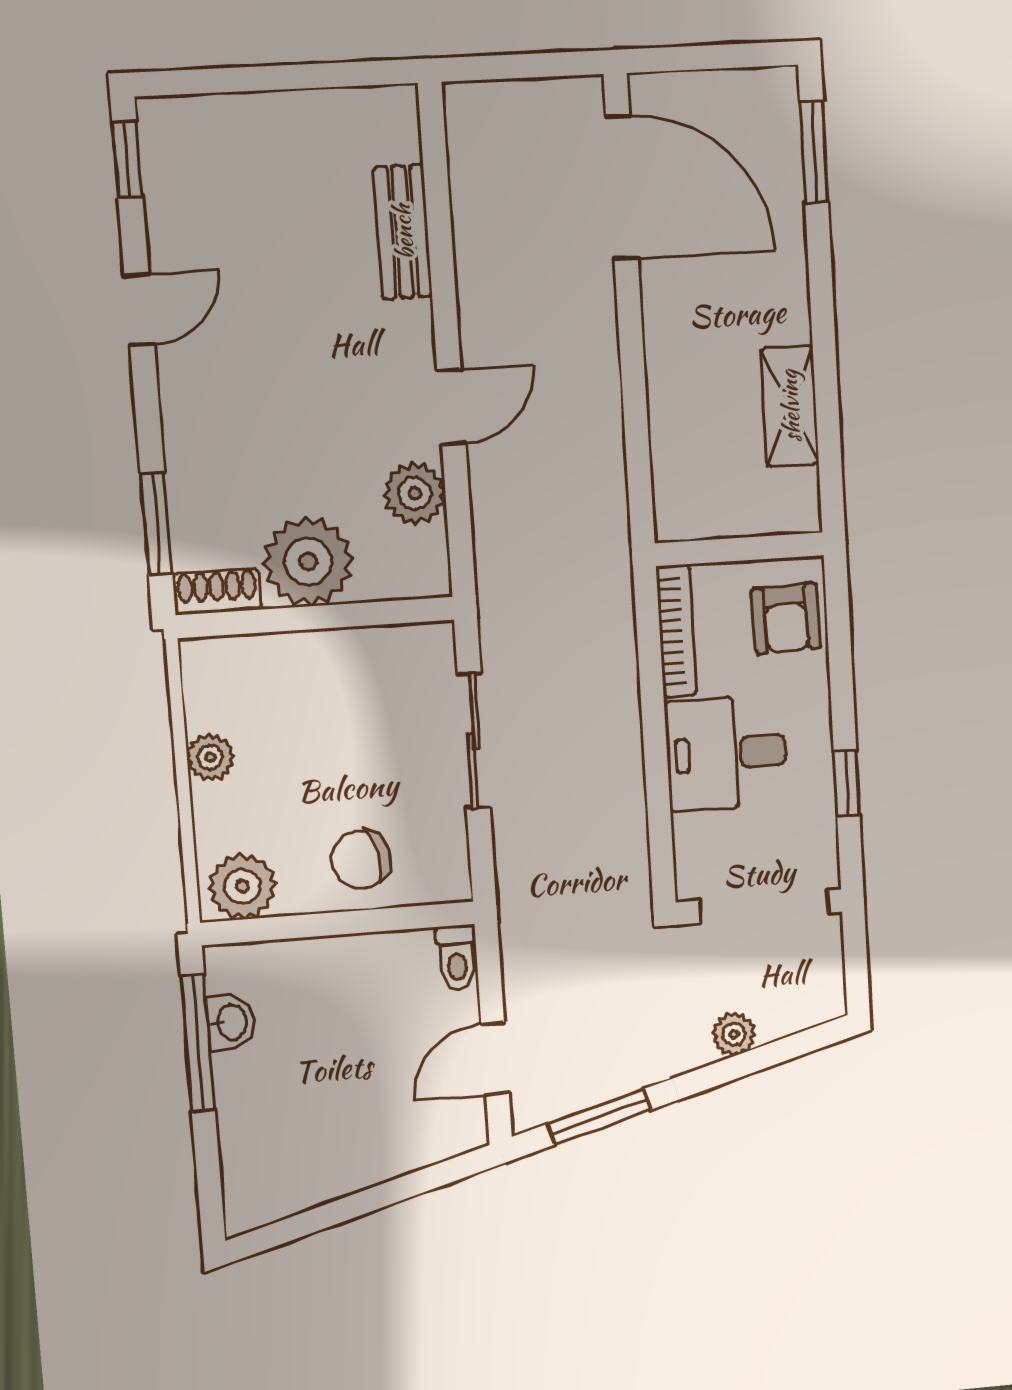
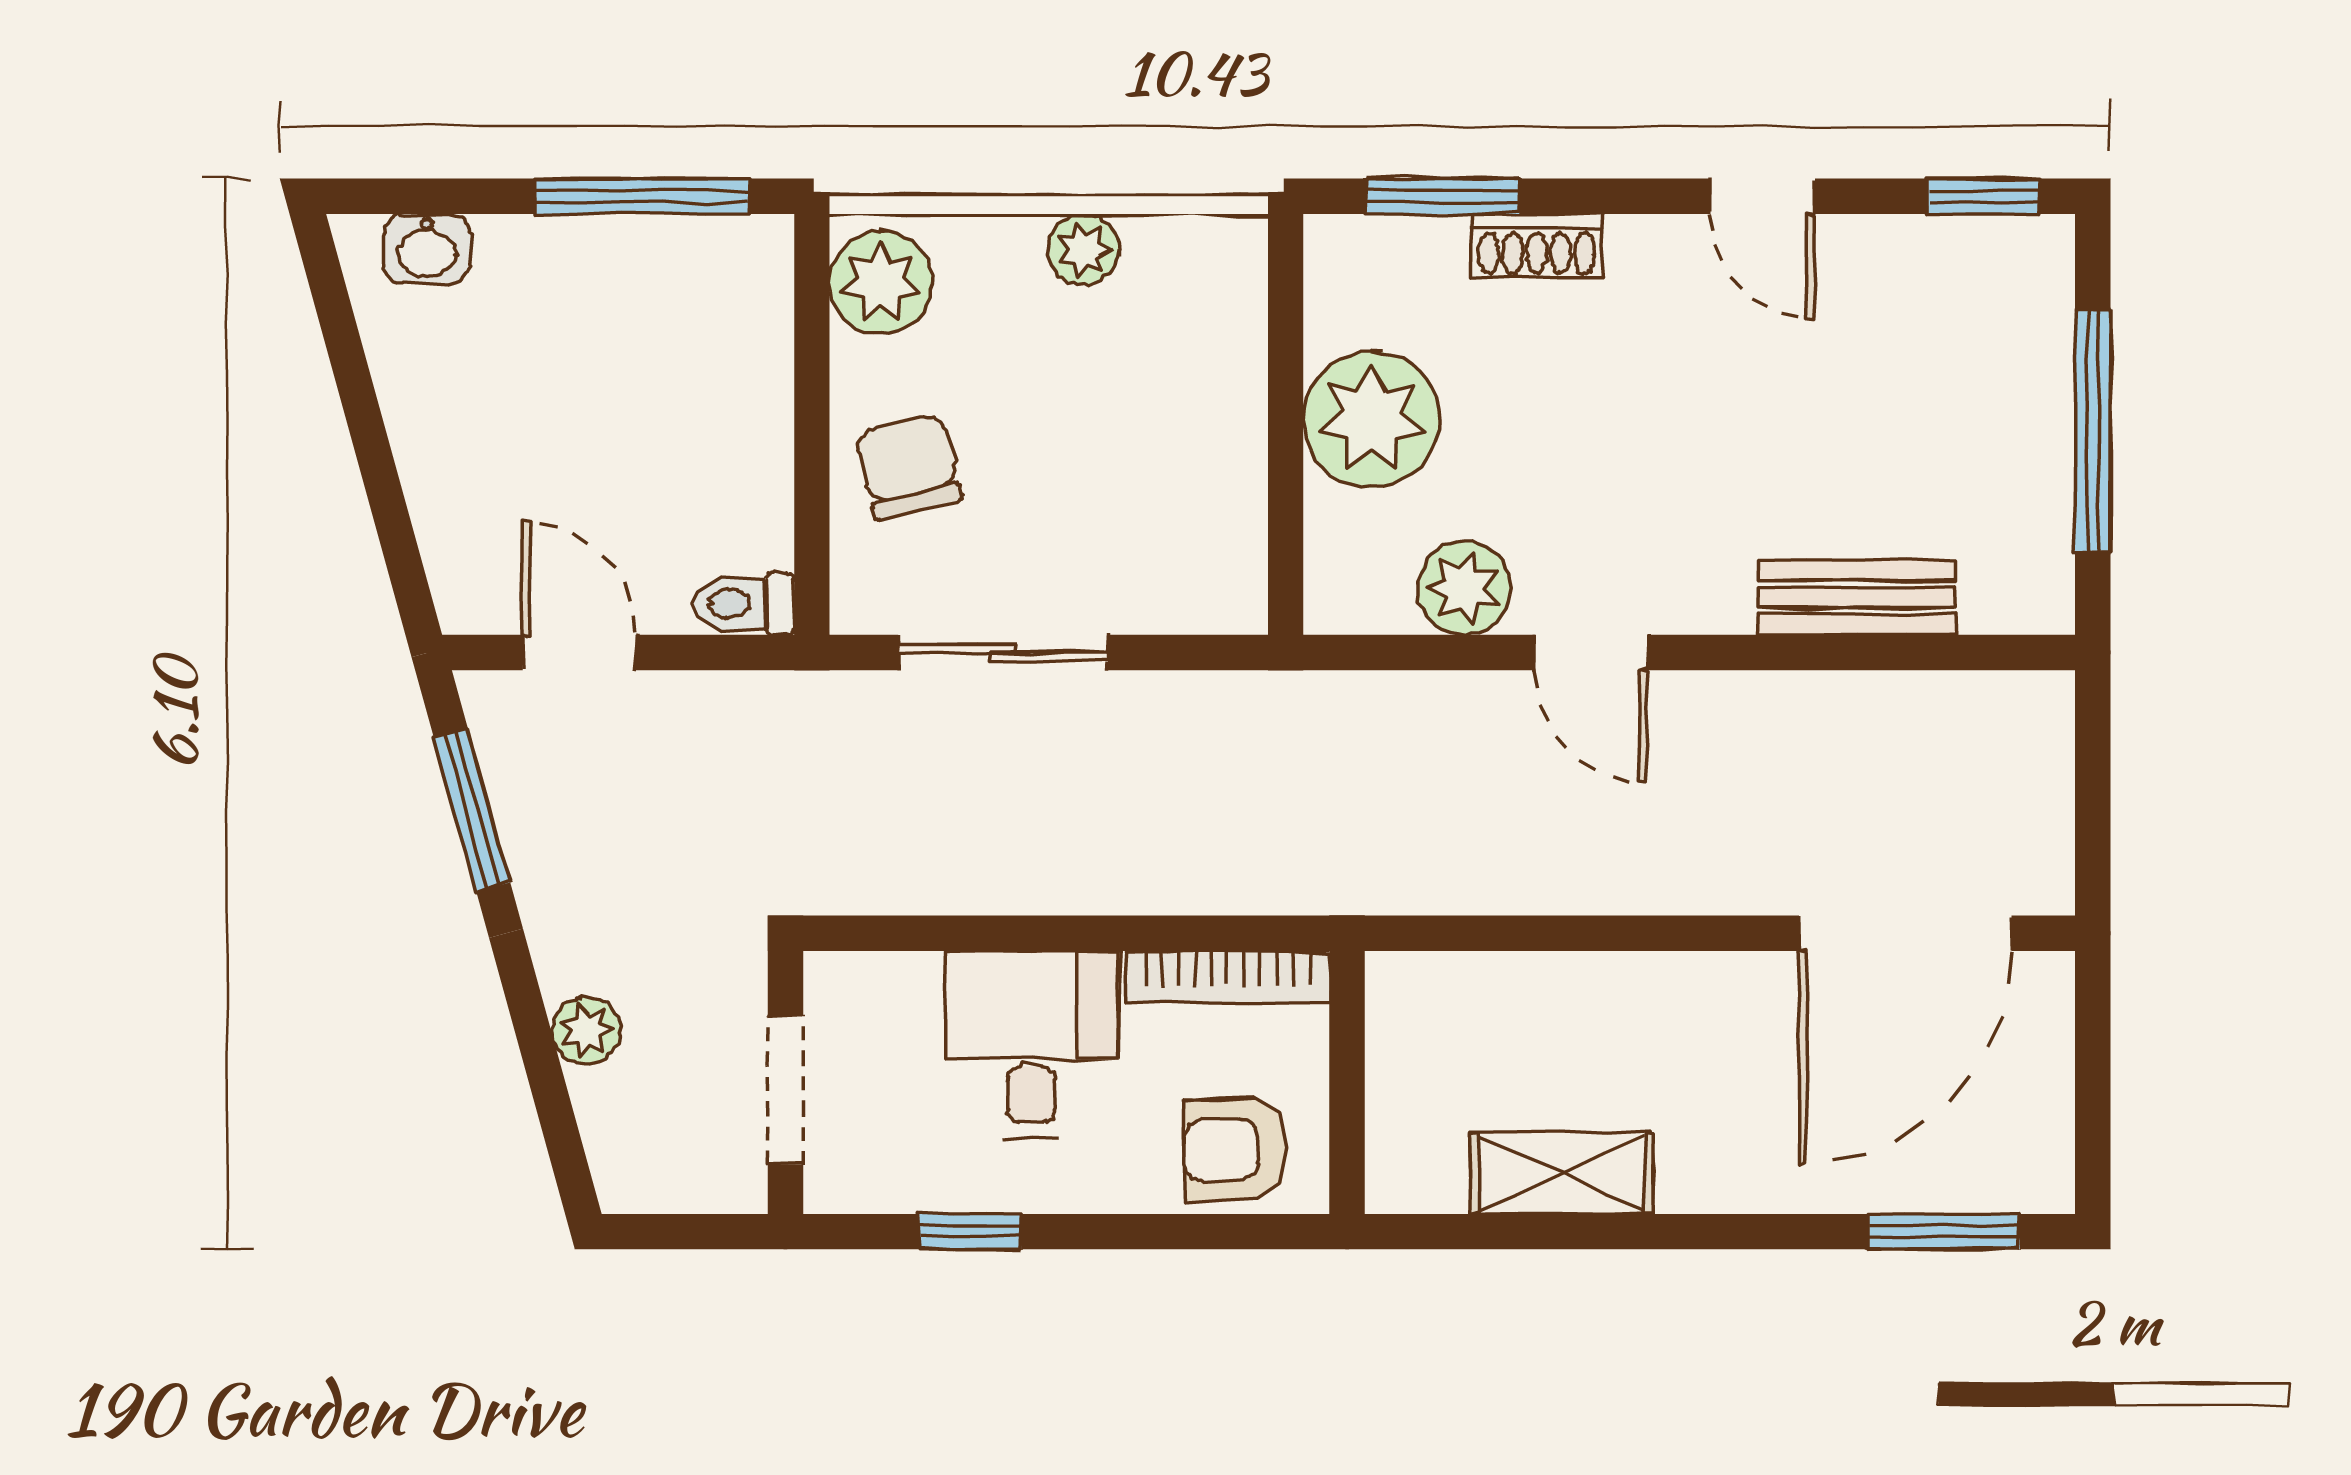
window: (280, 77) -> (2093, 431), added
shoe rack: (217, 592) -> (1537, 245), moved, turned 90
sliding door: (474, 741) -> (1003, 652), moved
doorway: (764, 907) -> (785, 1090), width x0.73
washbasin: (231, 1022) -> (427, 249), moved

